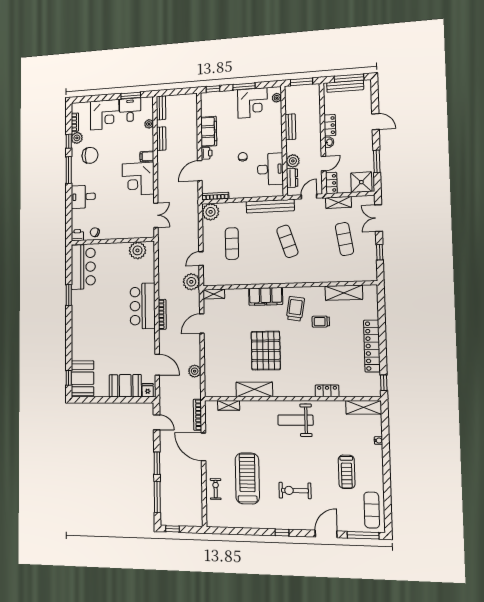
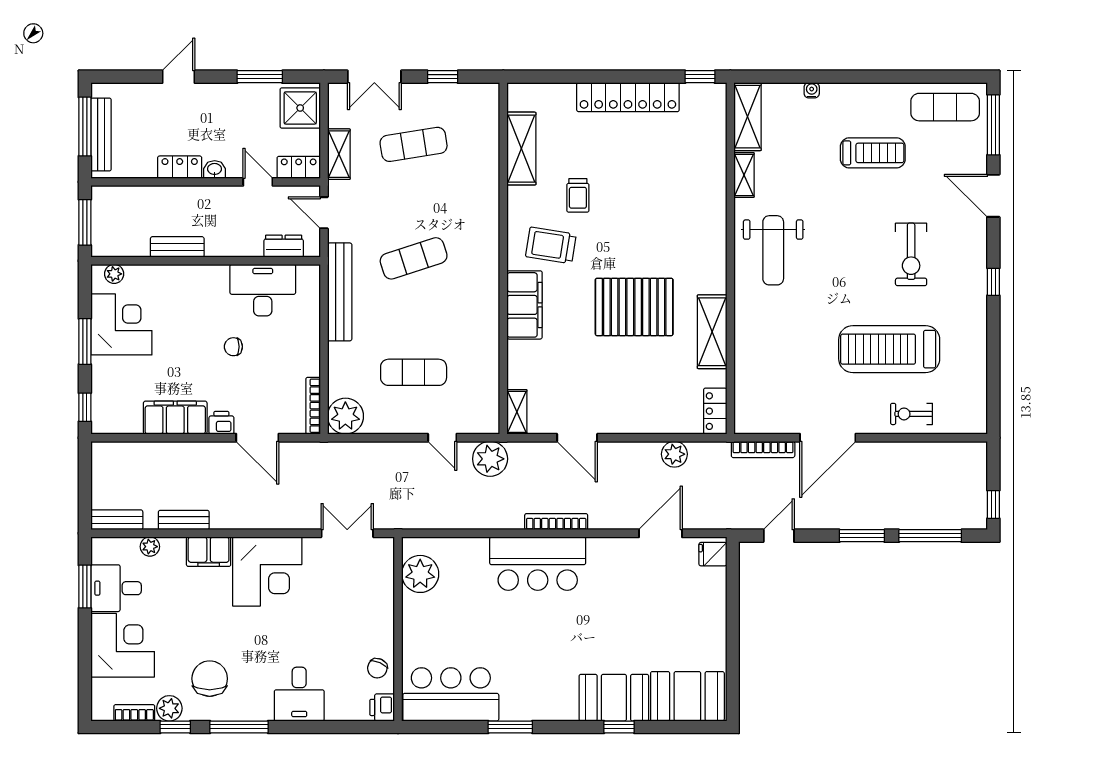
filing cabinet: (147, 156) -> (209, 552), width x2.00
plant: (293, 161) -> (249, 244), removed
window: (69, 378) -> (619, 727), moved
booth: (125, 386) -> (614, 698), moved, turned 90
locker: (327, 391) -> (715, 411), moved
shelving: (229, 405) -> (744, 175), moved

